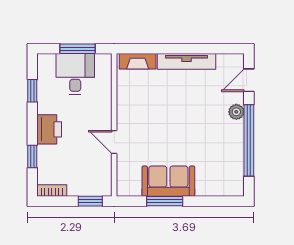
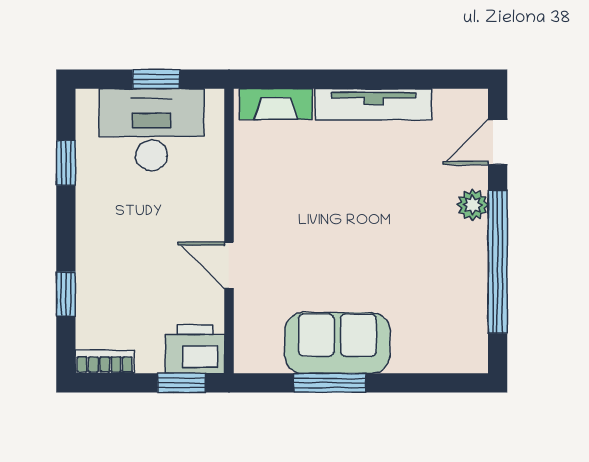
window: (78, 49) -> (156, 79), width x0.67
desk: (75, 74) -> (152, 130), width x1.37
printer: (49, 129) -> (195, 349), moved, turned -90

